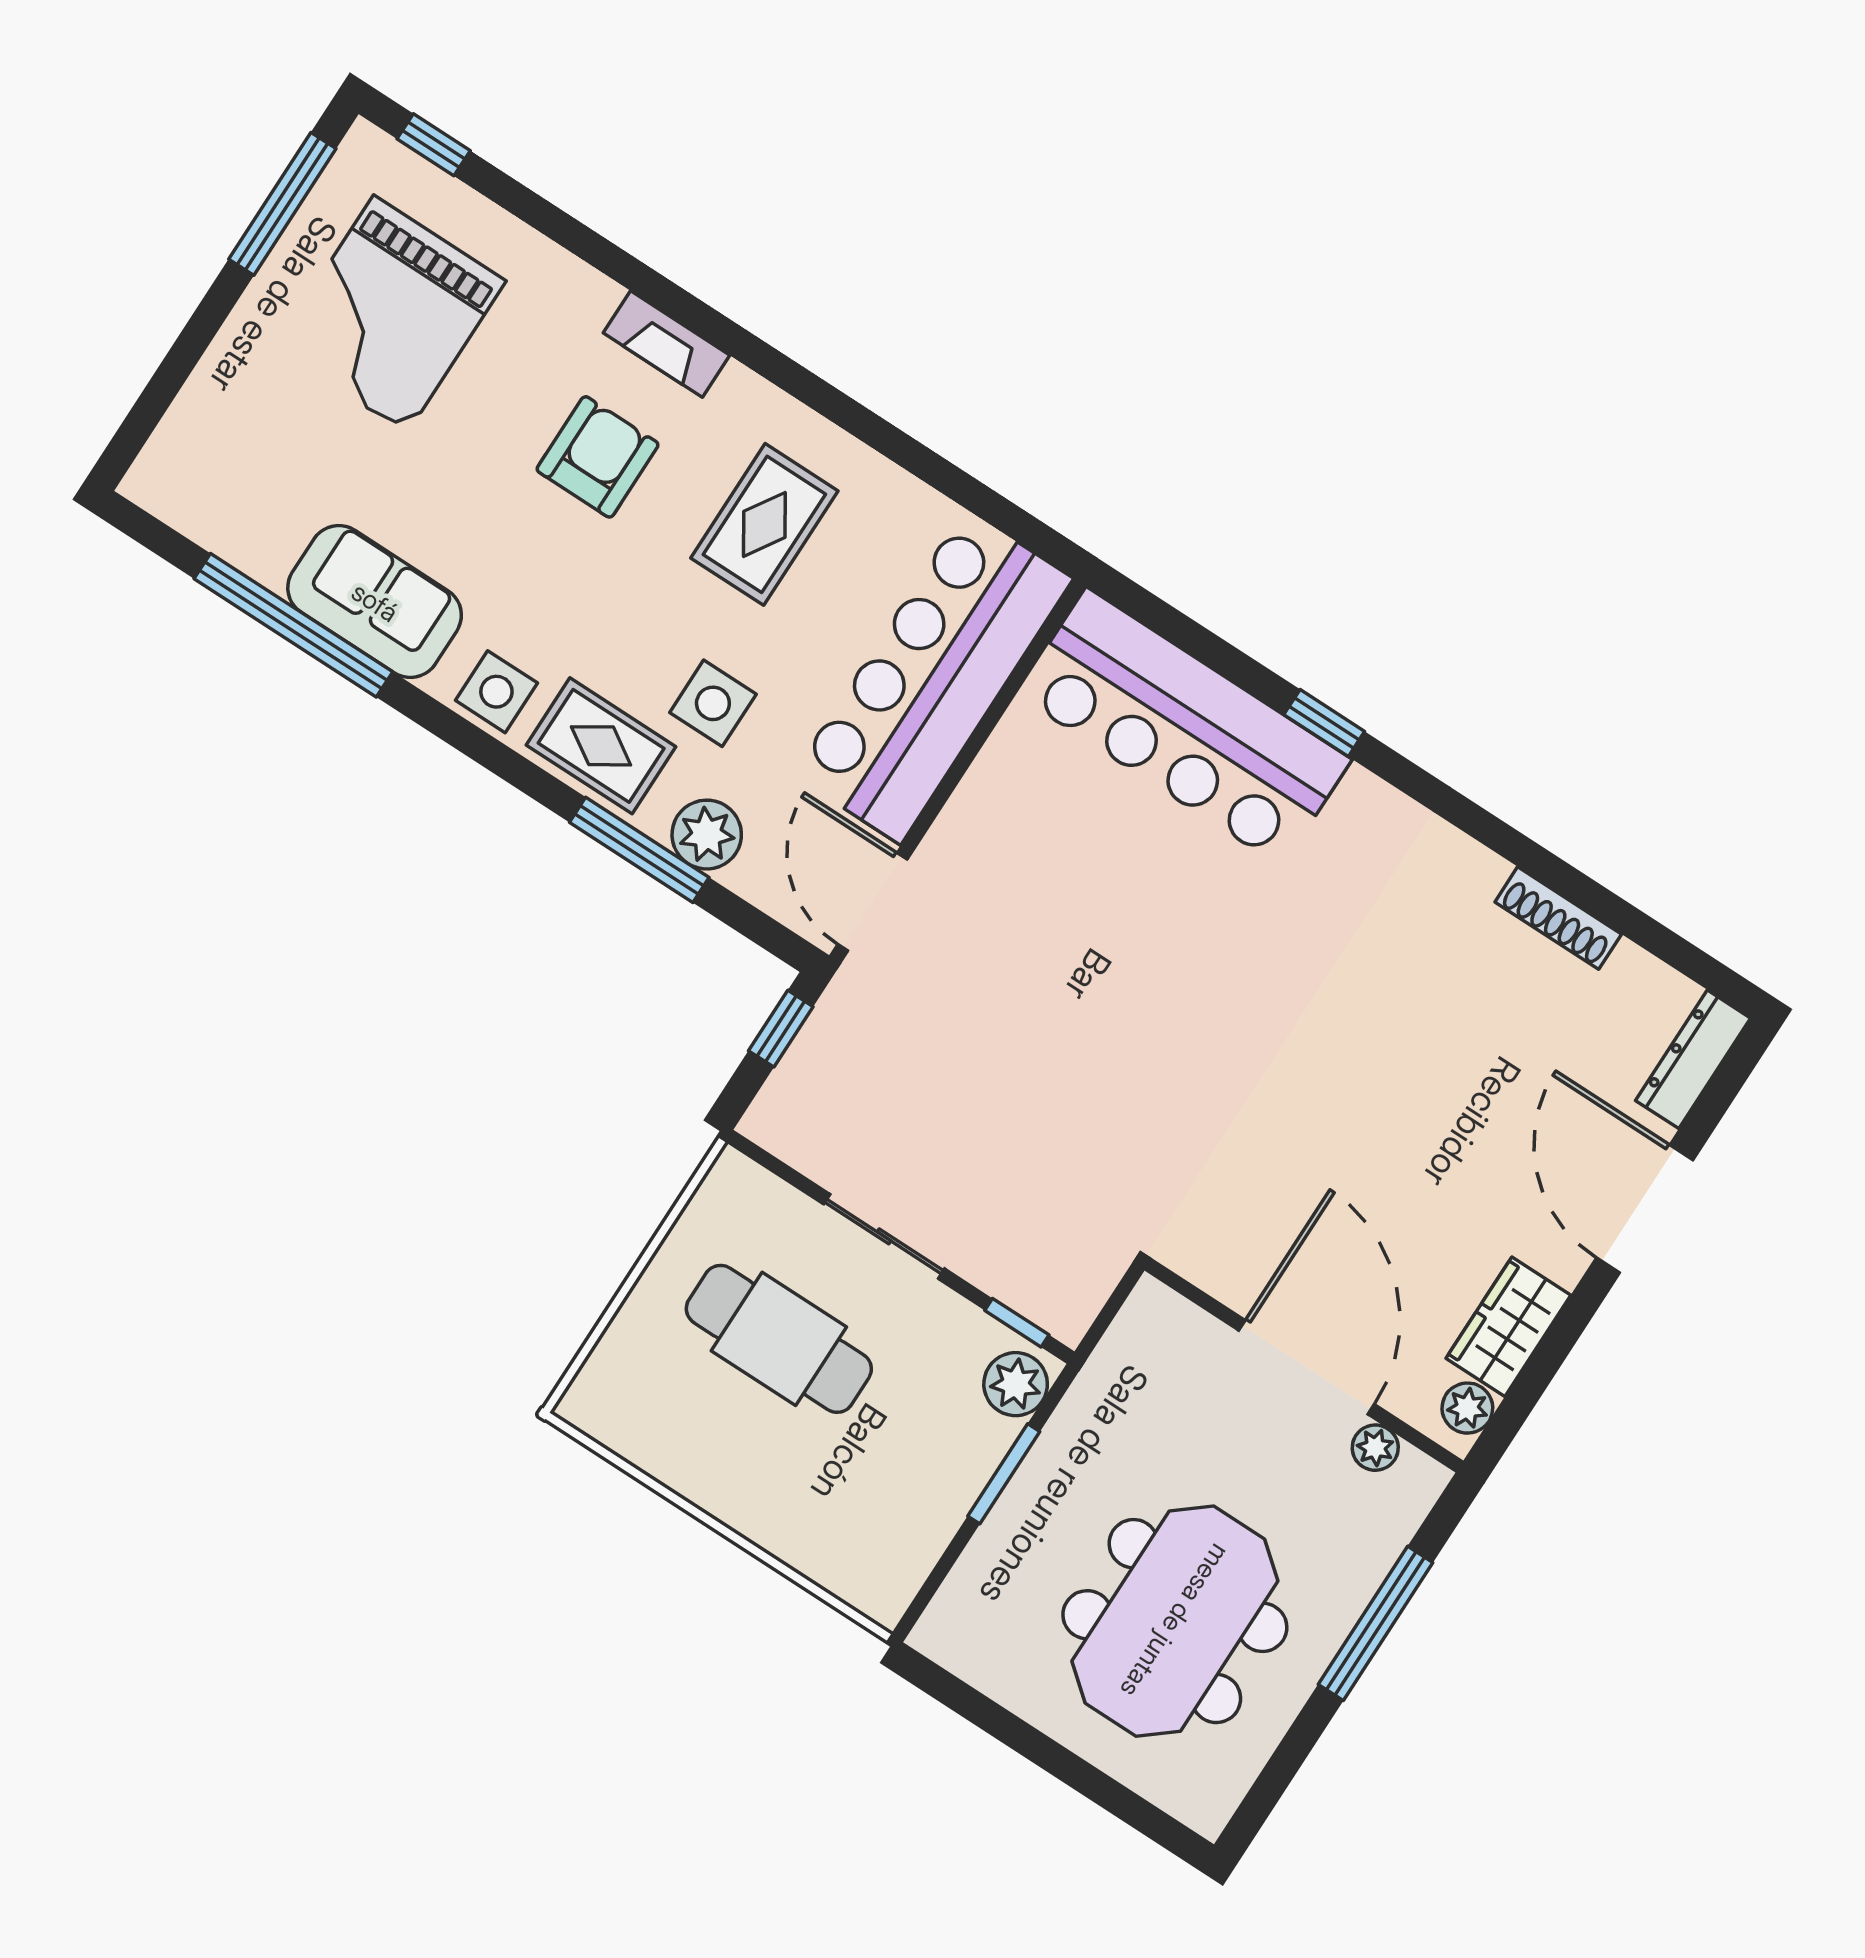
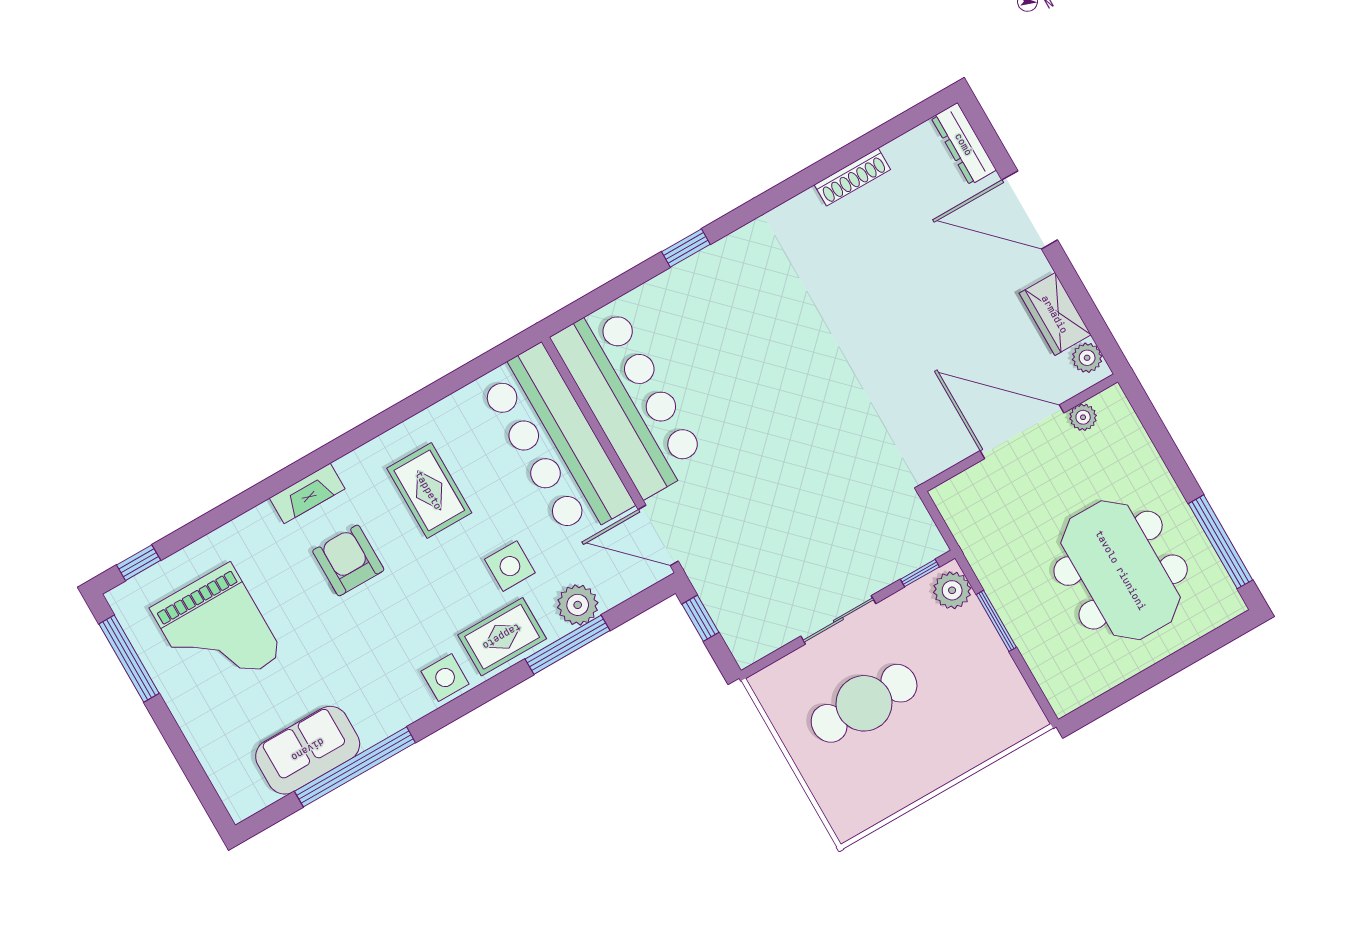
sofa: (375, 602) -> (308, 750), moved
bar counter: (1184, 727) -> (629, 400), moved, turned -90
window: (1375, 1623) -> (1221, 542), moved

